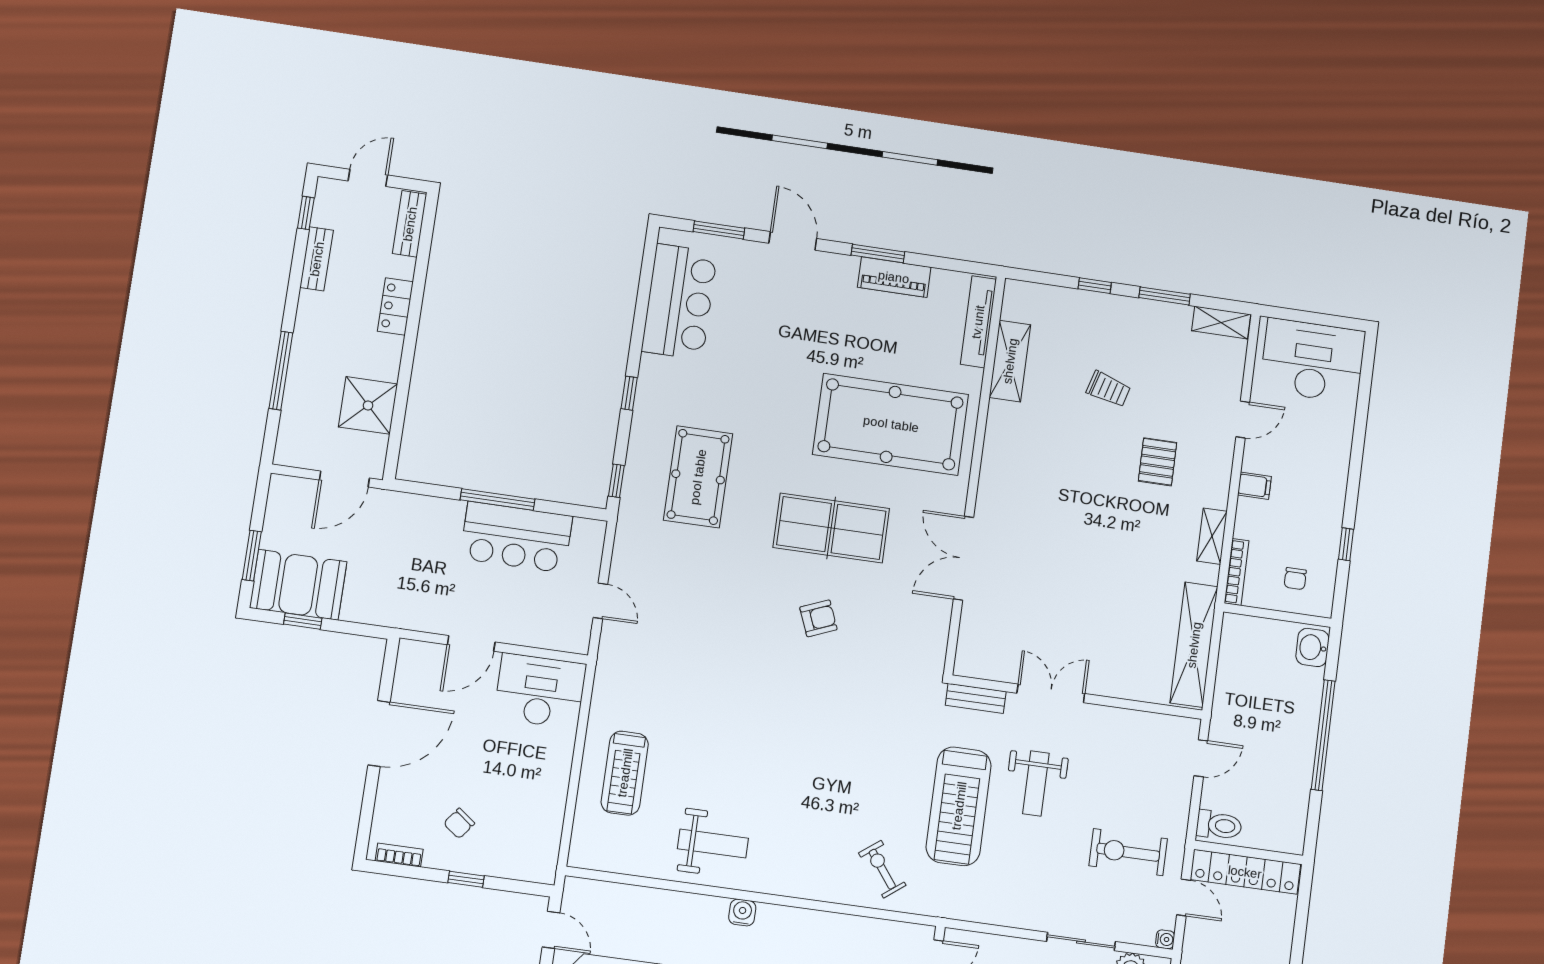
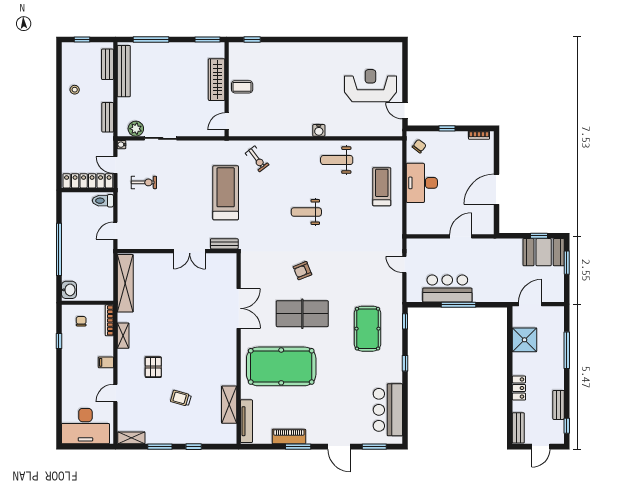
desk: (540, 691) -> (422, 183), moved, turned 90
weight bench: (1036, 783) -> (306, 212), moved, turned -90
chair: (459, 823) -> (419, 146), moved
exercise bike: (1128, 852) -> (144, 182), width x0.73, depth x0.72

